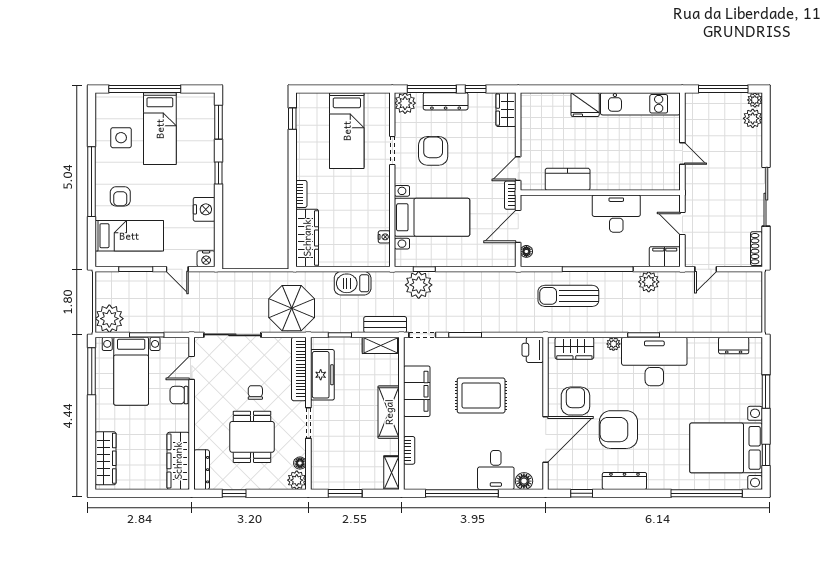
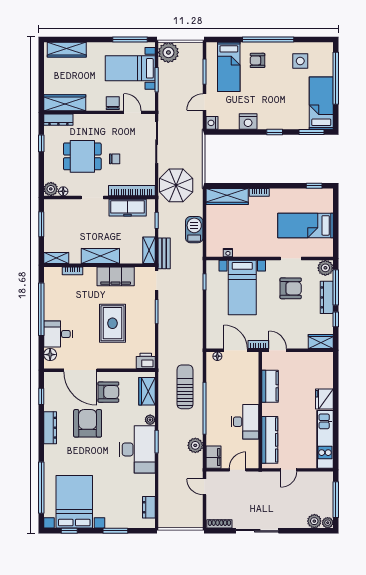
bed: (160, 129) -> (321, 103), moved, turned 90
kitchen counter: (641, 180) -> (270, 440), added
plant: (419, 285) -> (193, 278), removed

